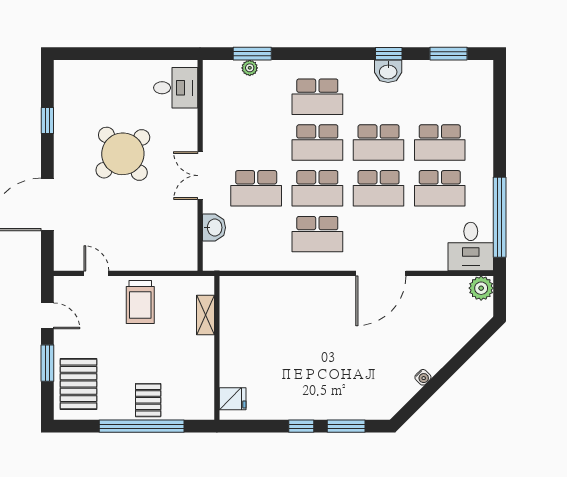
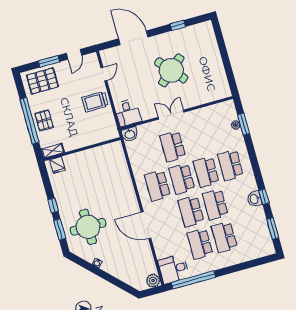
desk: (176, 88) -> (128, 113), moved
washbasin: (214, 228) -> (130, 134), moved
shelving: (205, 315) -> (53, 151), moved
round table: (356, 376) -> (88, 227), added
pallet: (148, 400) -> (44, 120), turned 90

